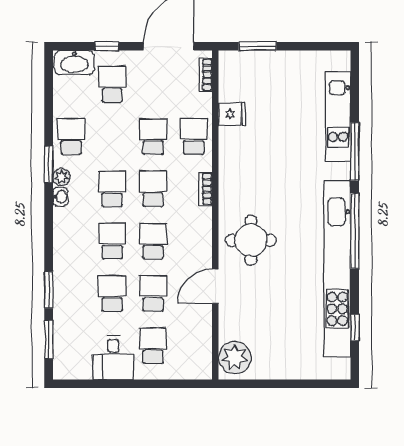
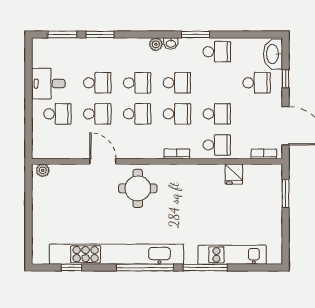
plant: (62, 177) -> (156, 44), moved
plant: (235, 358) -> (43, 170), width x0.53, depth x0.53

